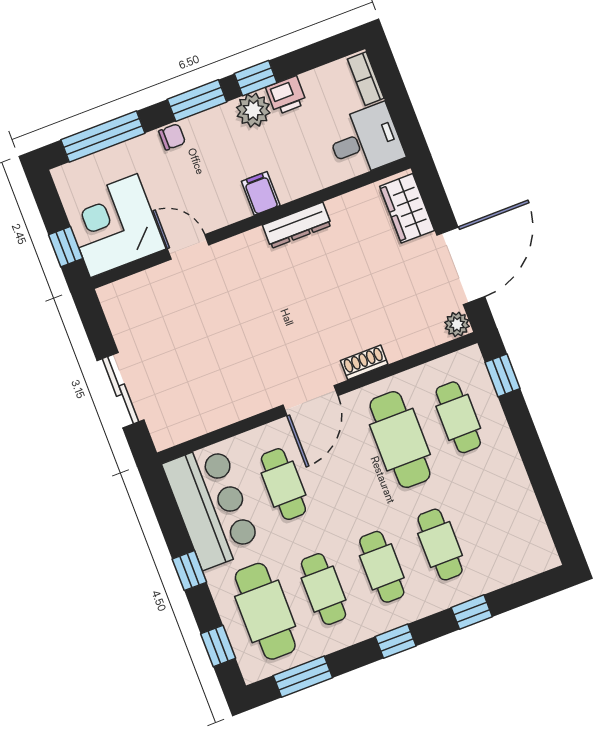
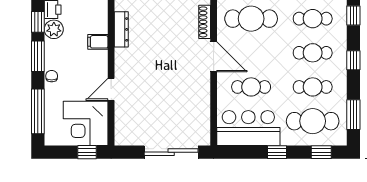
shoe rack: (364, 362) -> (205, 22), width x1.43
sliding door: (120, 390) -> (171, 152), width x1.37

